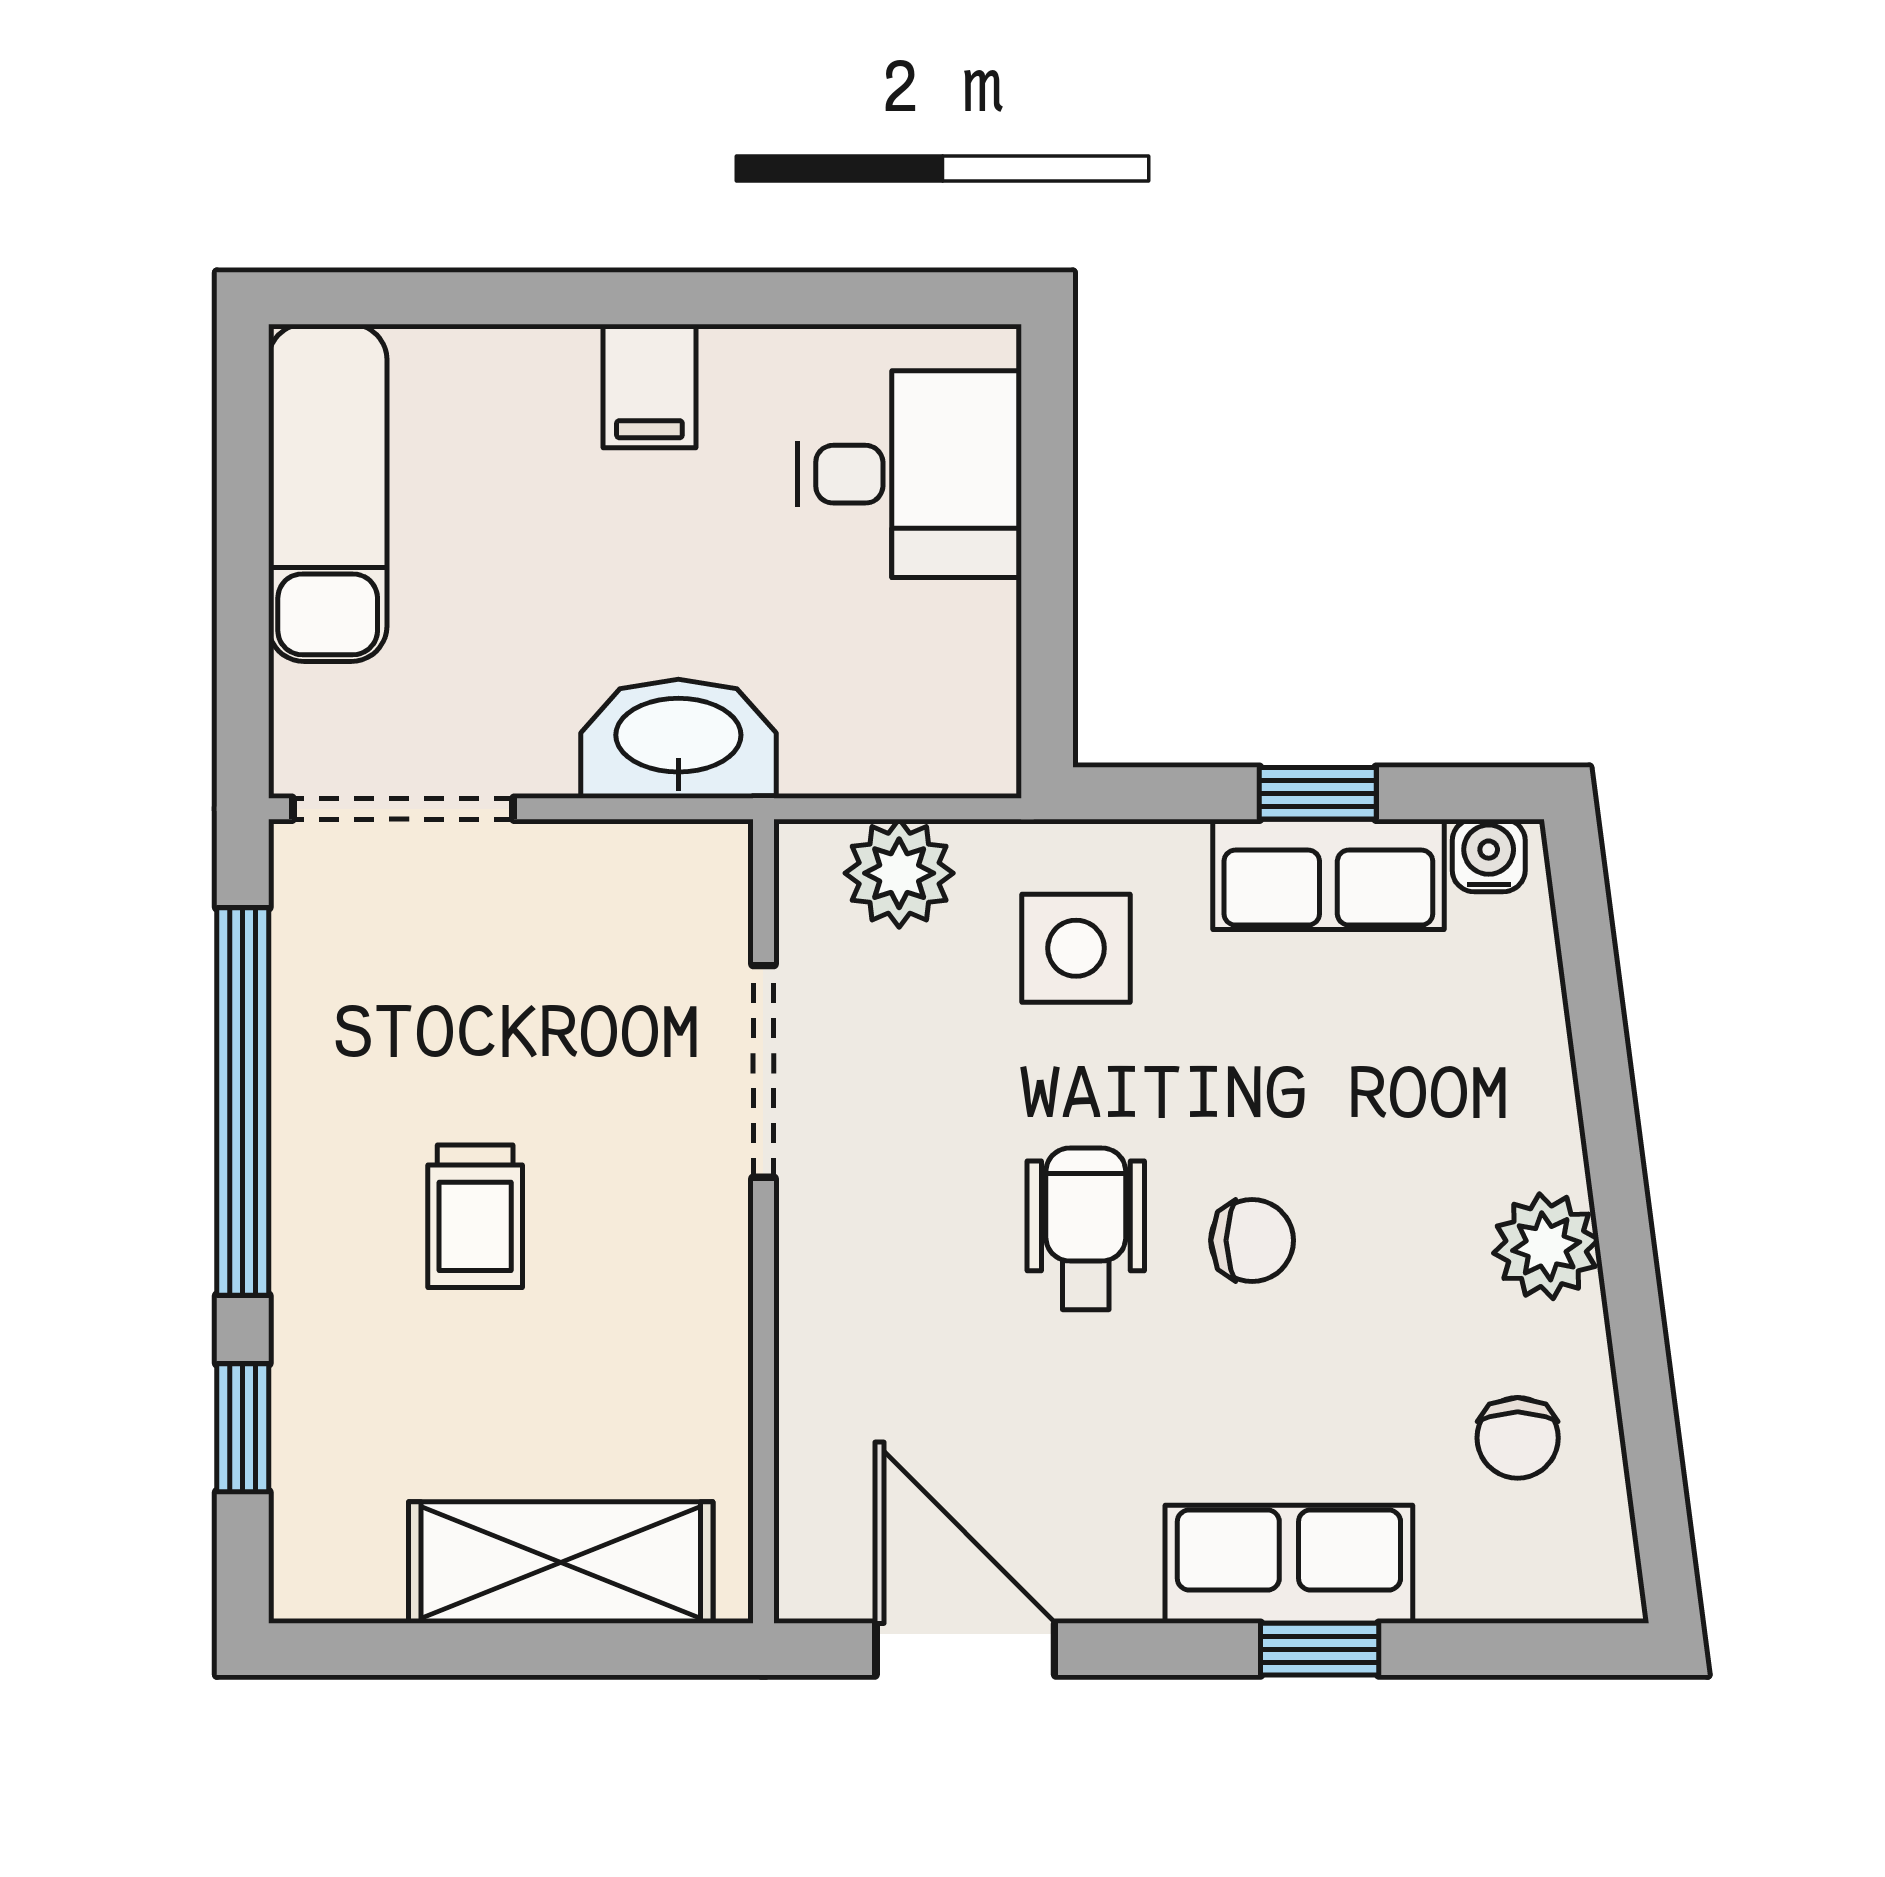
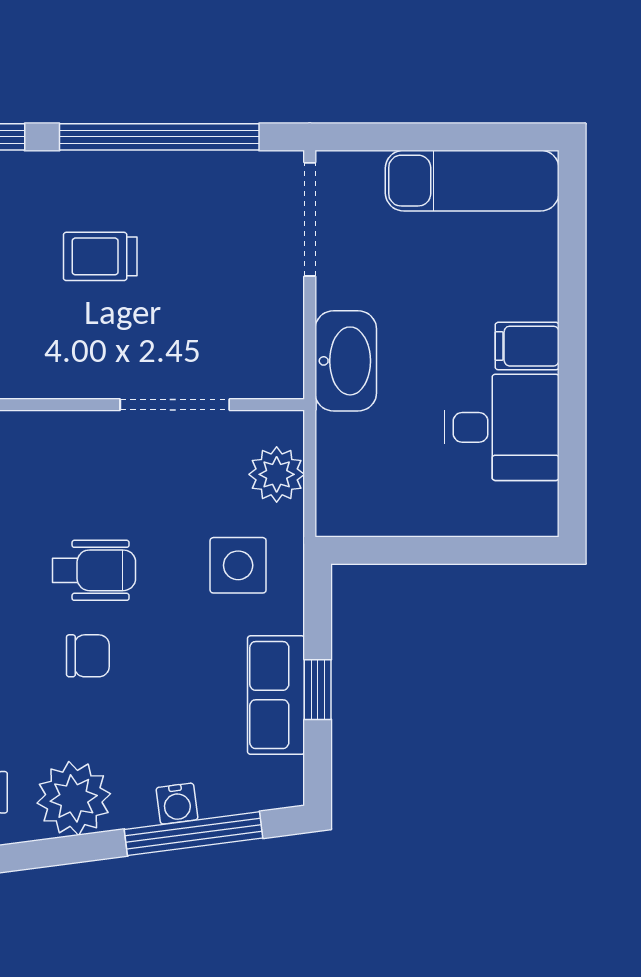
desk: (910, 474) -> (502, 427), moved, turned -90
water cooler: (1489, 855) -> (177, 804), moved, turned 83
window: (1598, 1035) -> (193, 834), added
chair: (1252, 1240) -> (88, 656), turned -90
plant: (1546, 1246) -> (74, 798), width x1.36, depth x1.36

